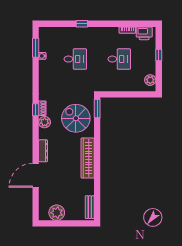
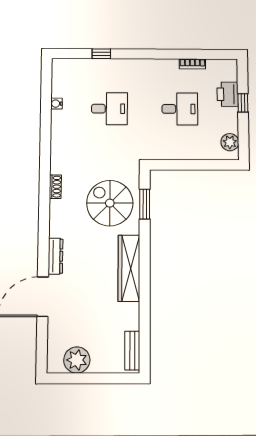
window: (82, 24) -> (101, 54), moved
printer: (144, 33) -> (228, 94), moved, turned 90
window: (36, 48) -> (46, 91), removed
window: (97, 108) -> (145, 204), moved
window: (36, 110) -> (44, 189), removed
plant: (45, 122) -> (59, 209), removed

